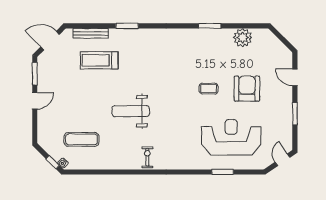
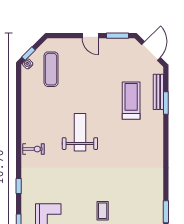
window: (127, 26) -> (166, 103), moved
exercise mat: (82, 139) -> (51, 69), moved
window: (184, 172) -> (19, 186), added

